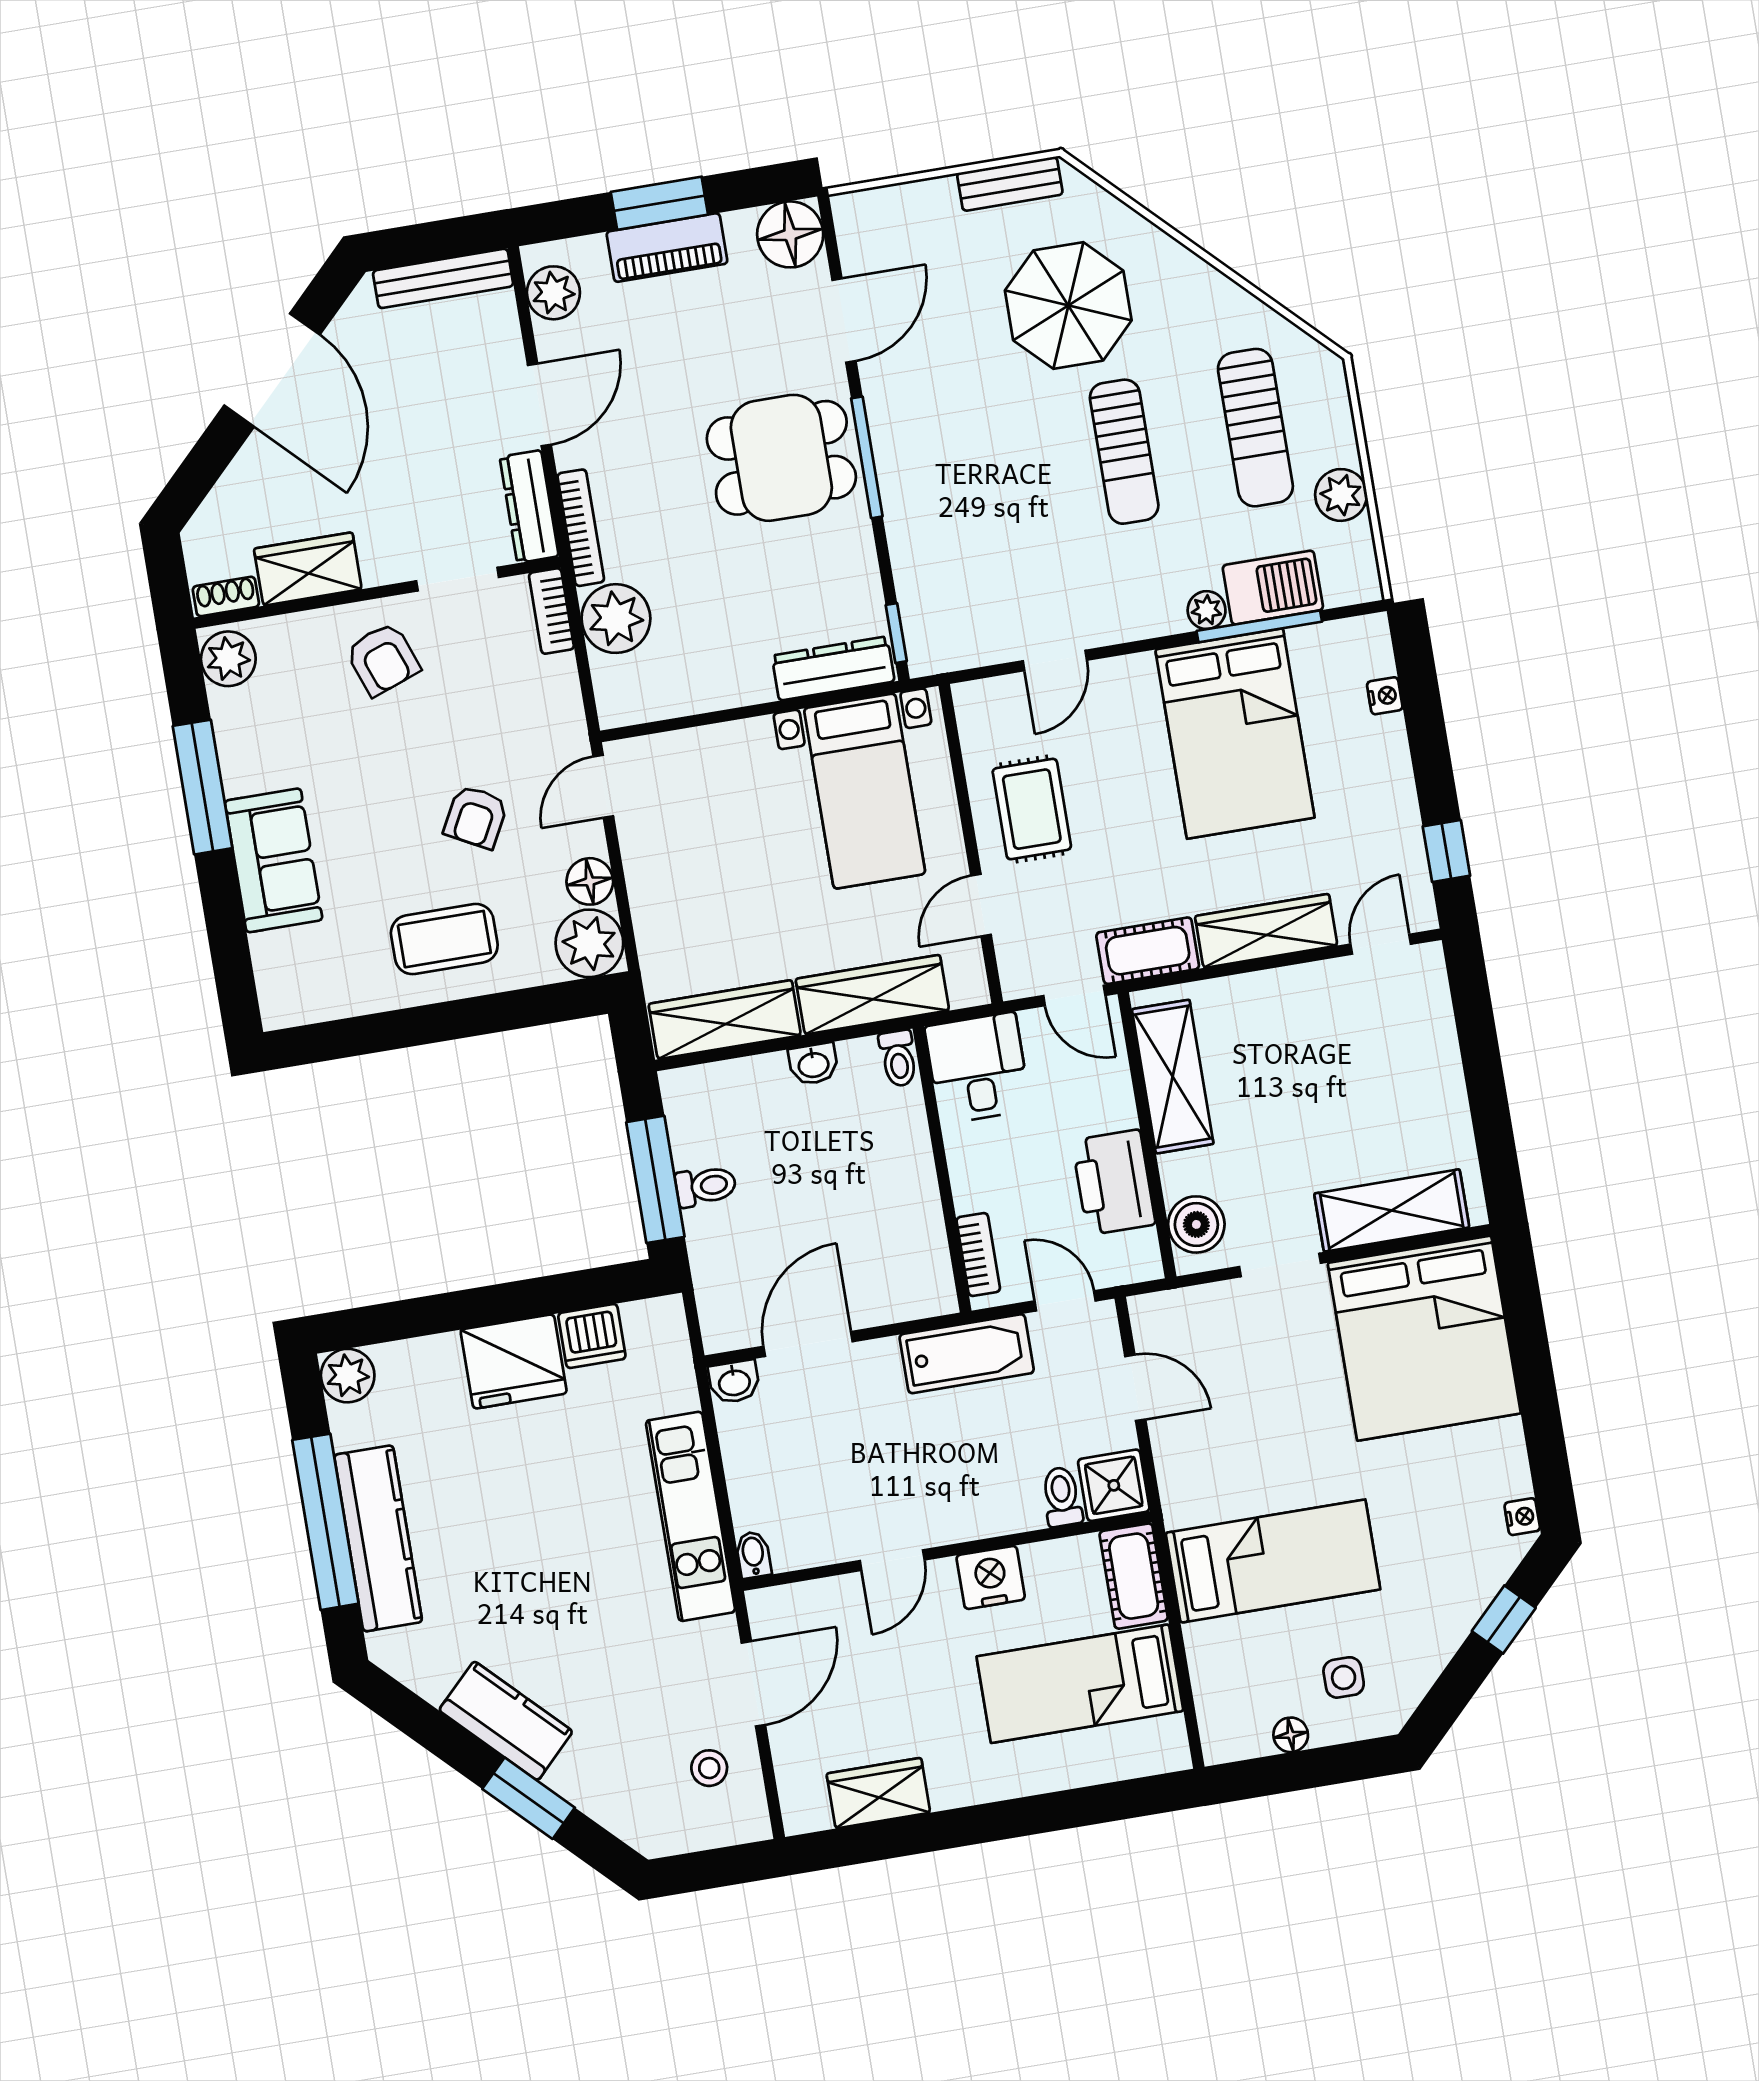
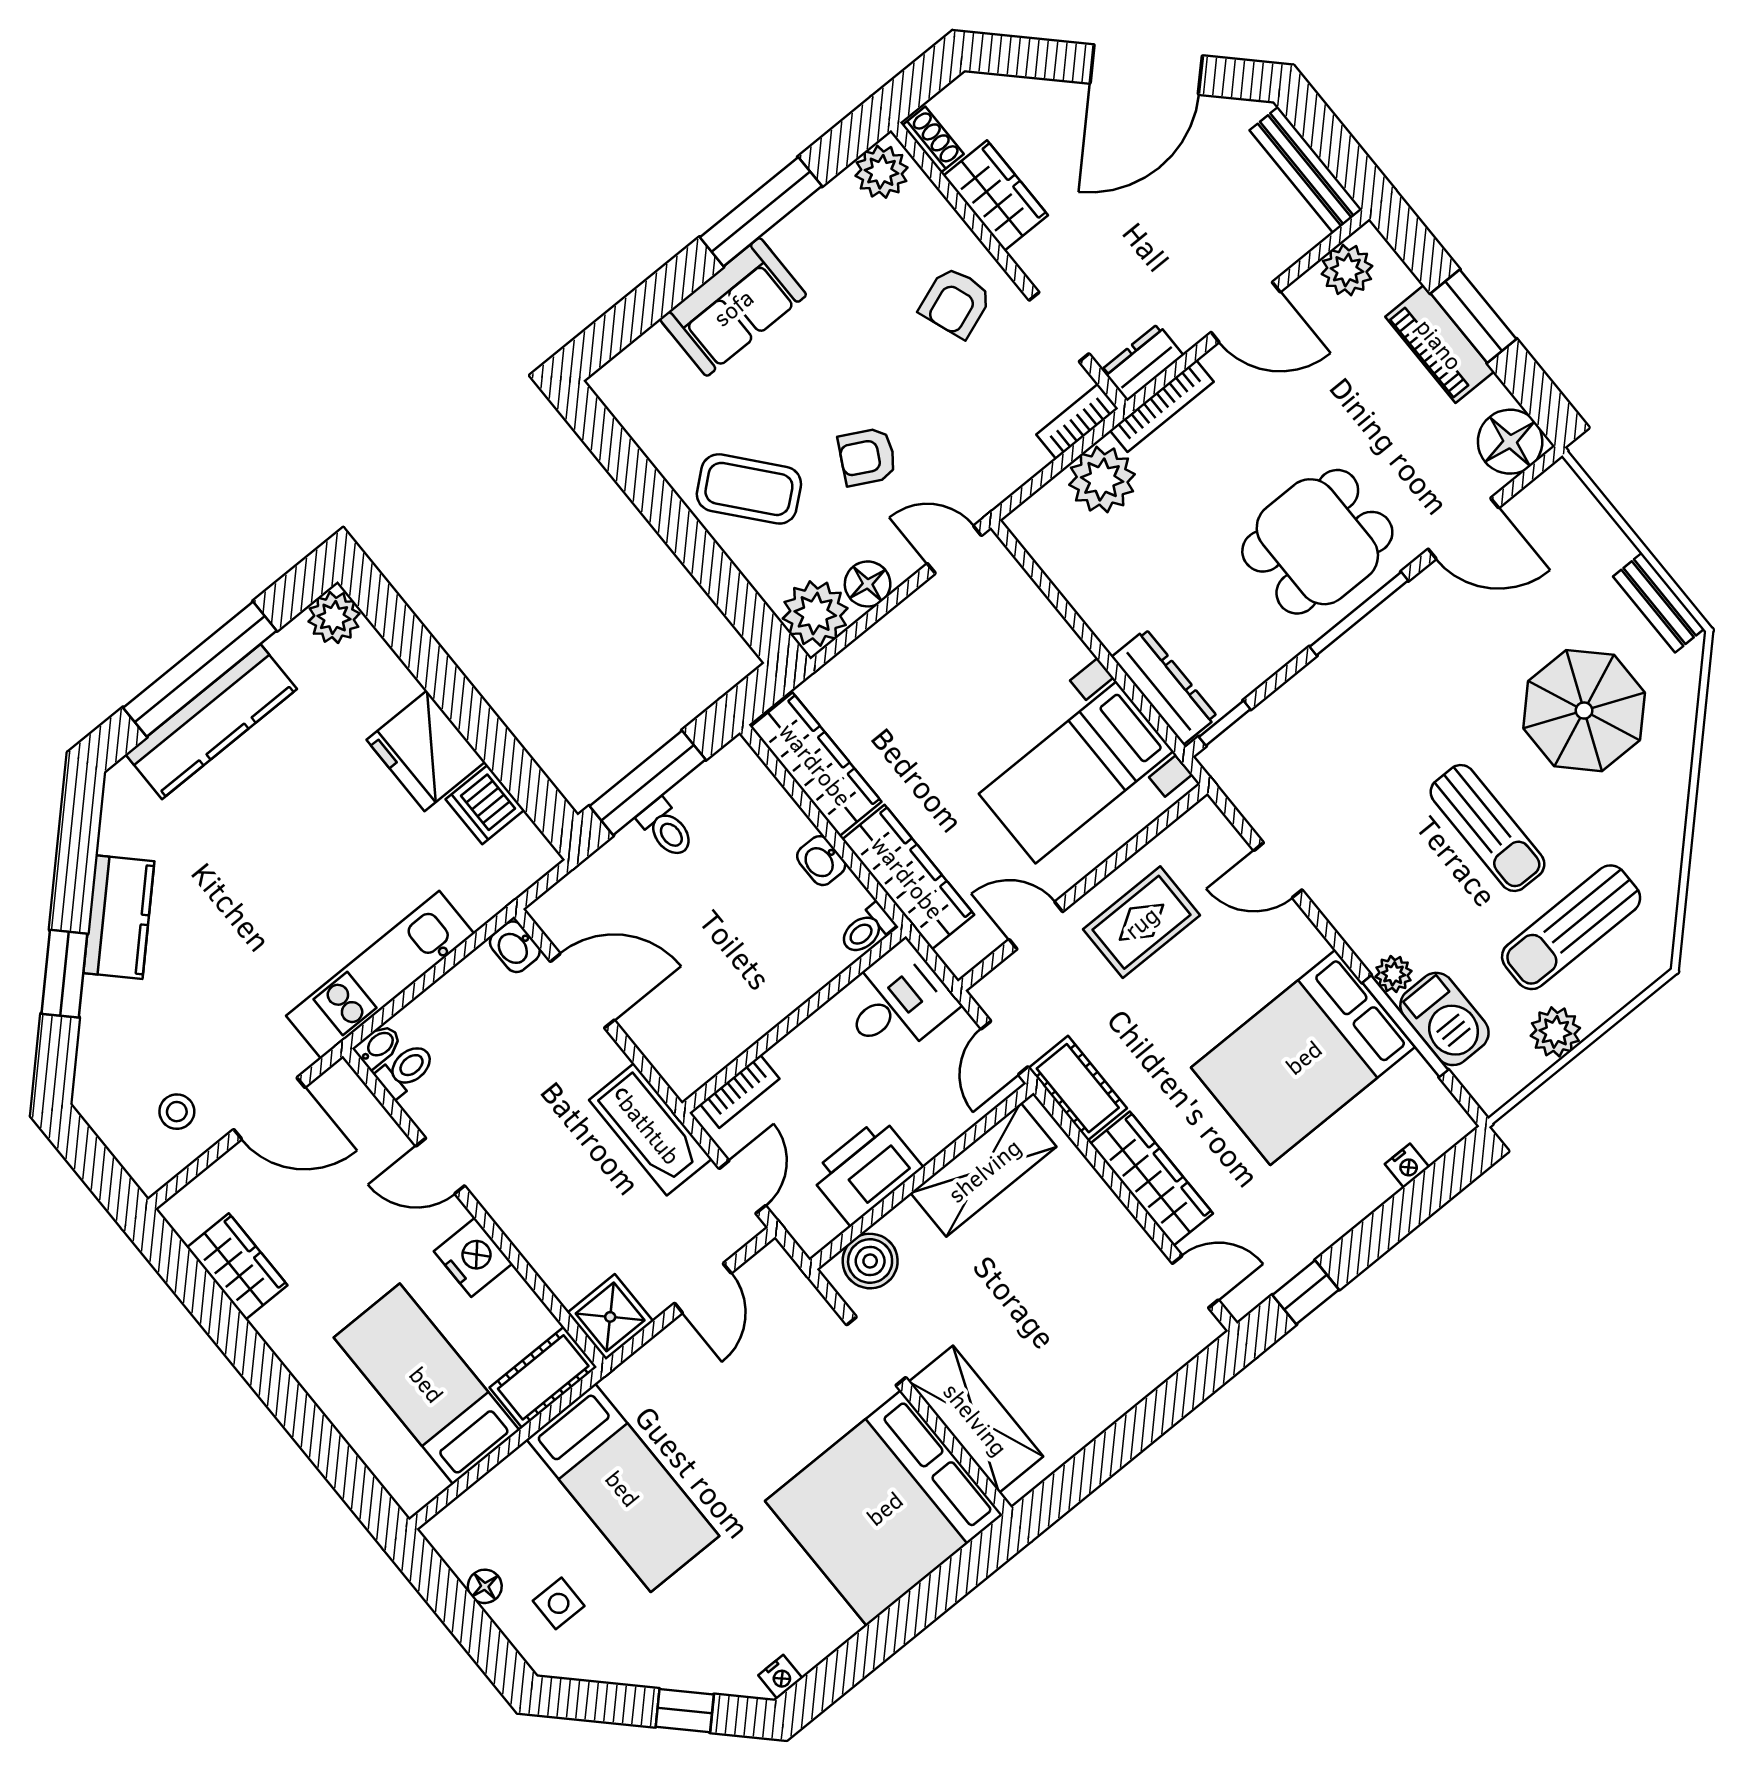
sun lounger: (1124, 452) -> (1488, 828), turned -90
dining table: (781, 458) -> (1317, 542), turned 90
dresser: (529, 507) -> (1142, 362), width x0.70
coffee table: (444, 939) -> (749, 489), turned -40
toilet: (1062, 1497) -> (405, 1070), moved

